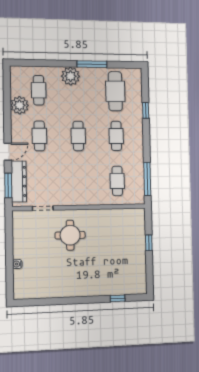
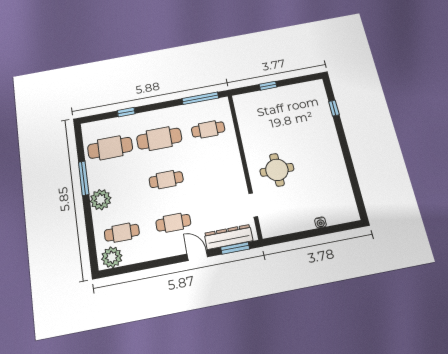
plant: (20, 105) -> (112, 257), moved
cafe table: (116, 136) -> (159, 139), width x1.37, depth x1.35

